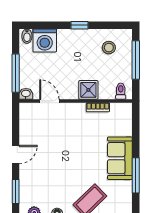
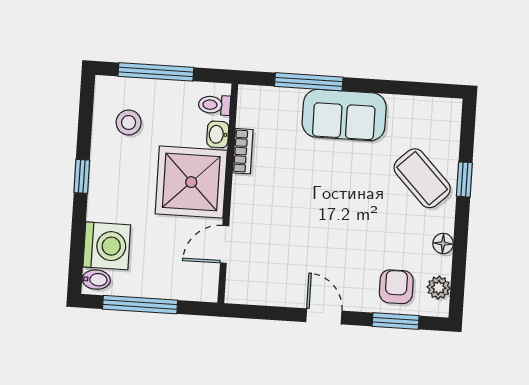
window: (16, 73) -> (140, 305), moved
shower: (88, 90) -> (191, 182), width x1.86, depth x1.86
washbasin: (26, 94) -> (218, 134), moved
window: (136, 175) -> (309, 82), moved
armchair: (33, 191) -> (396, 287), added

